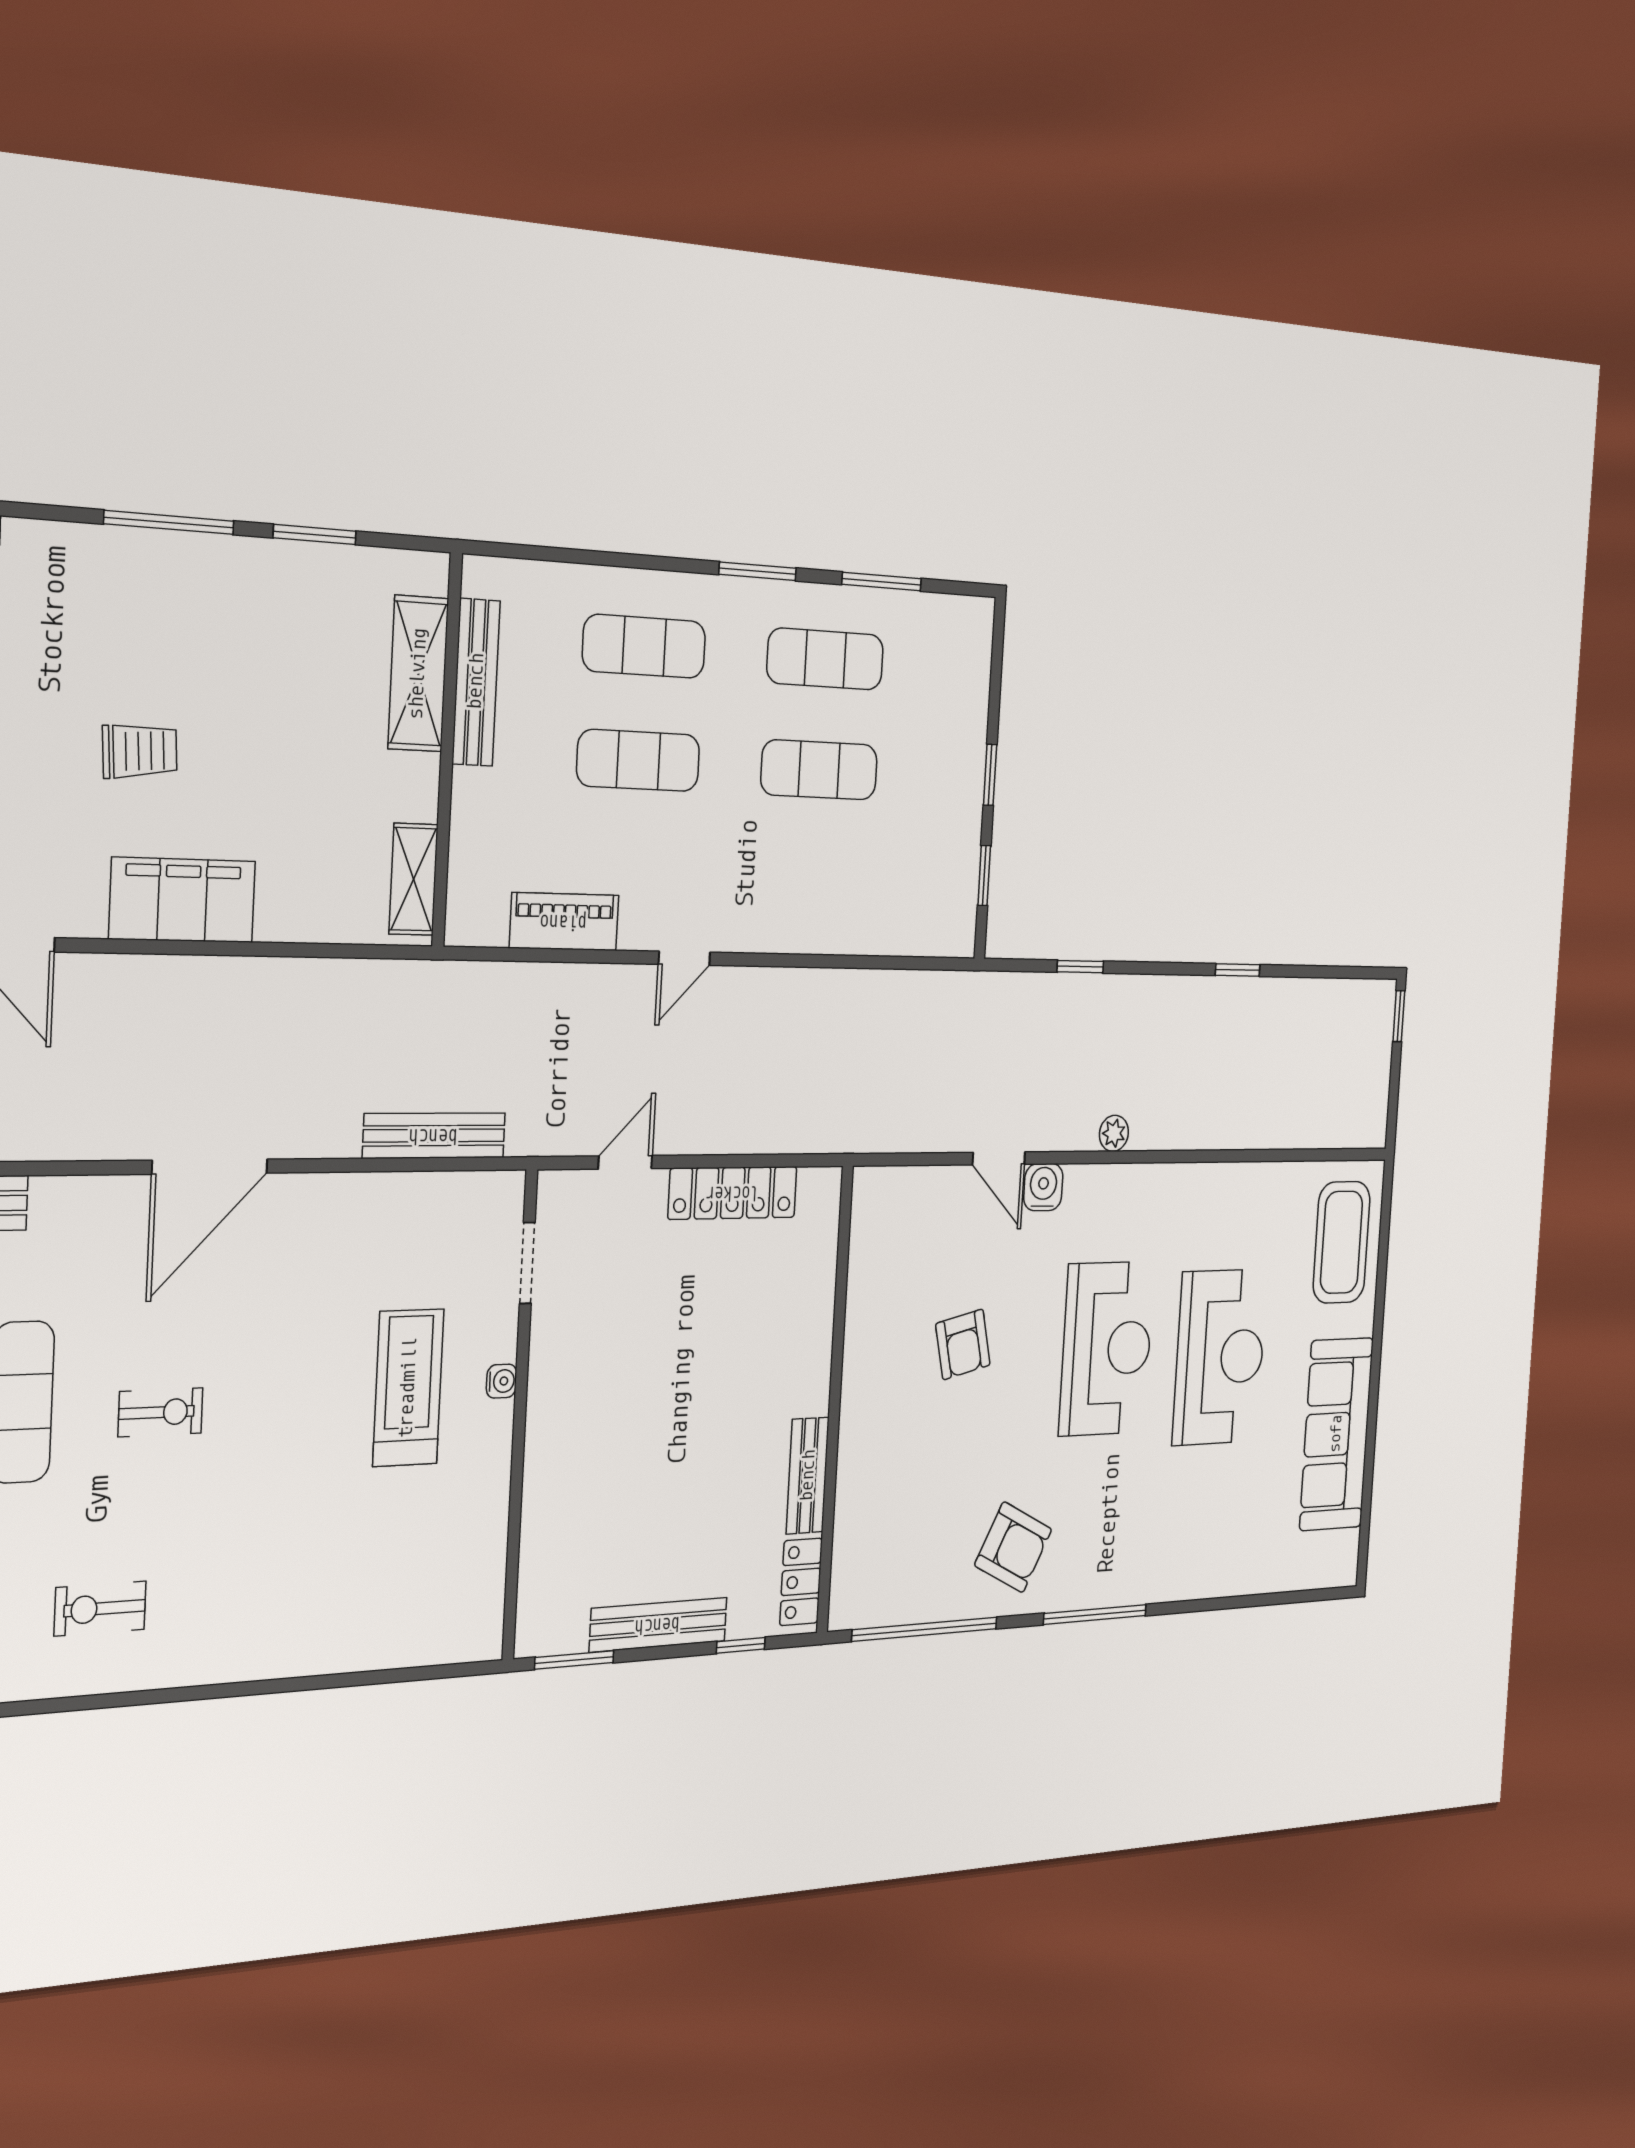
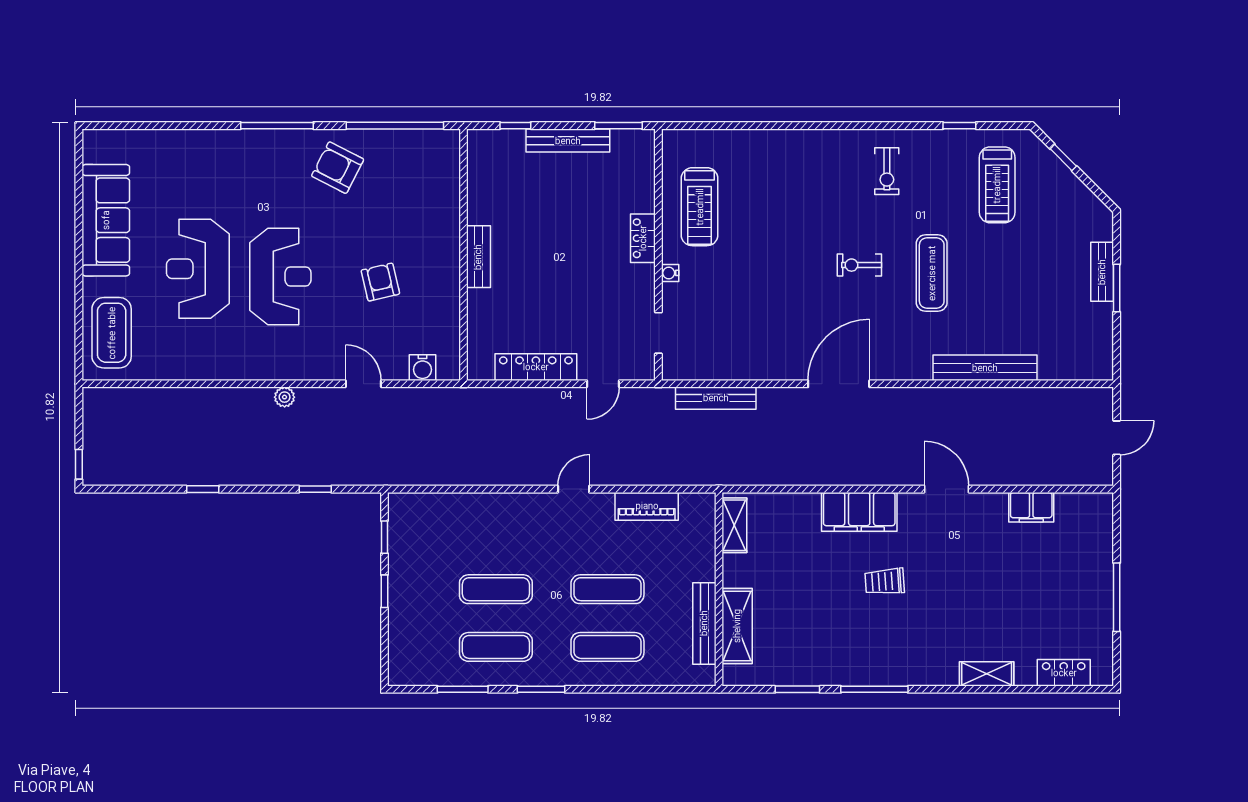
water cooler: (1043, 1187) -> (422, 368), moved
reception desk: (1107, 1348) -> (280, 276), turned 180
treadmill: (408, 1388) -> (700, 207), moved
bench: (808, 1476) -> (478, 257), moved
locker: (801, 1582) -> (643, 238), moved, turned 180
exercise bike: (100, 1609) -> (887, 171), turned 90

